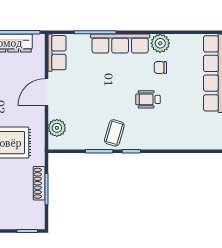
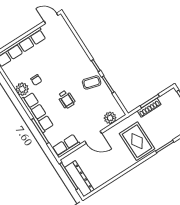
wheelchair: (148, 99) -> (66, 99), moved

